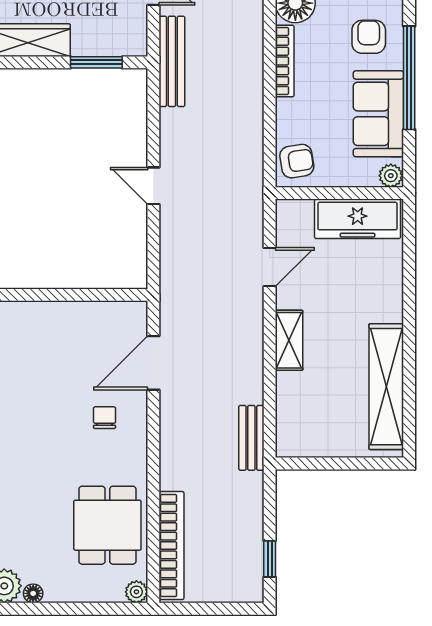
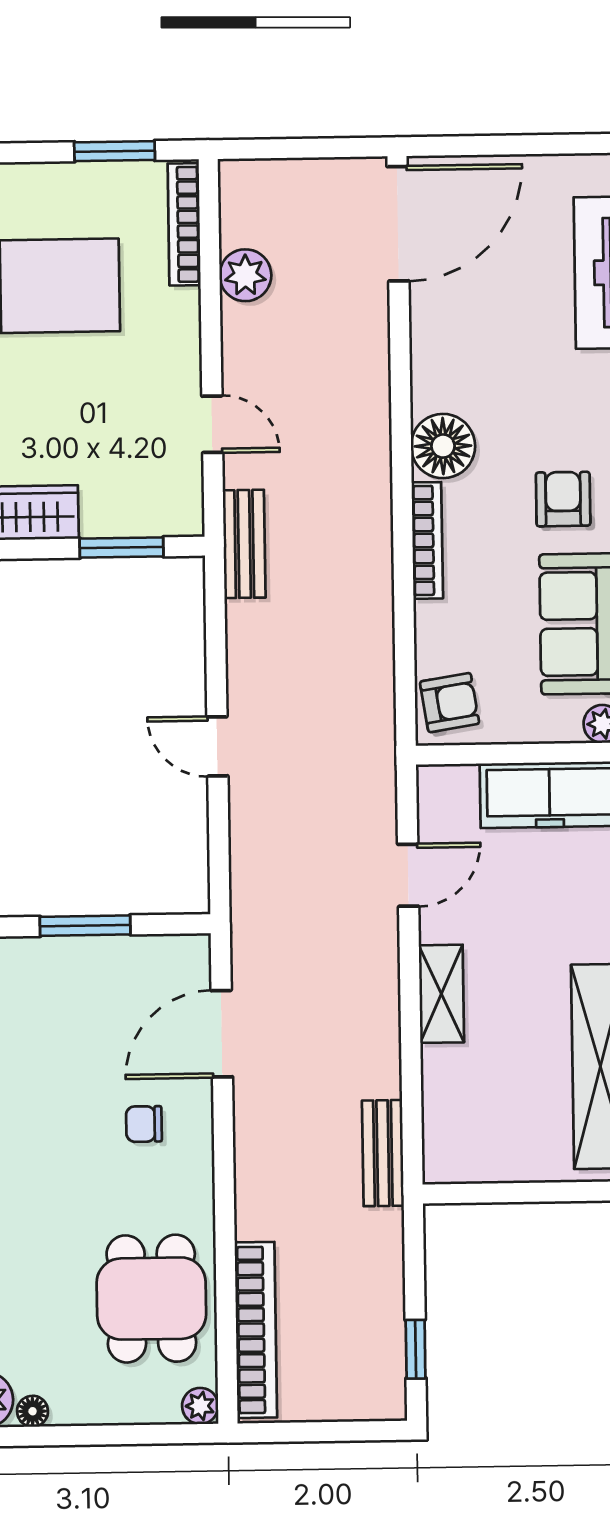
bench: (172, 61) -> (244, 544), width x0.73
window: (70, 295) -> (85, 926), added
chair: (105, 418) -> (144, 1124), turned -90

